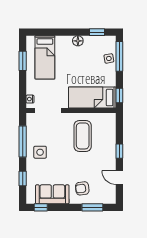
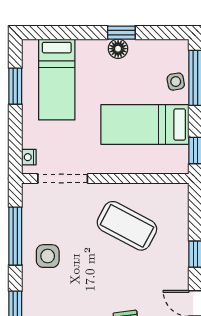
window: (97, 32) -> (121, 33), moved
bed: (92, 98) -> (145, 124), moved
coffee table: (83, 136) -> (127, 226), turned -62

